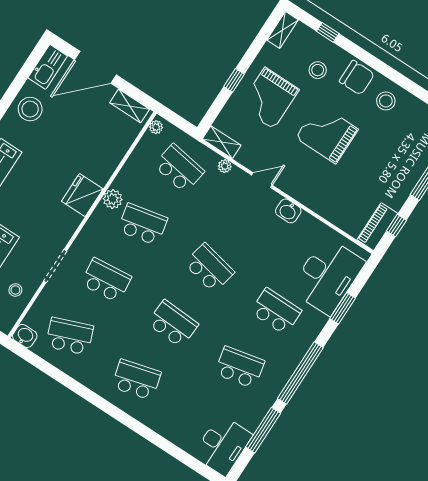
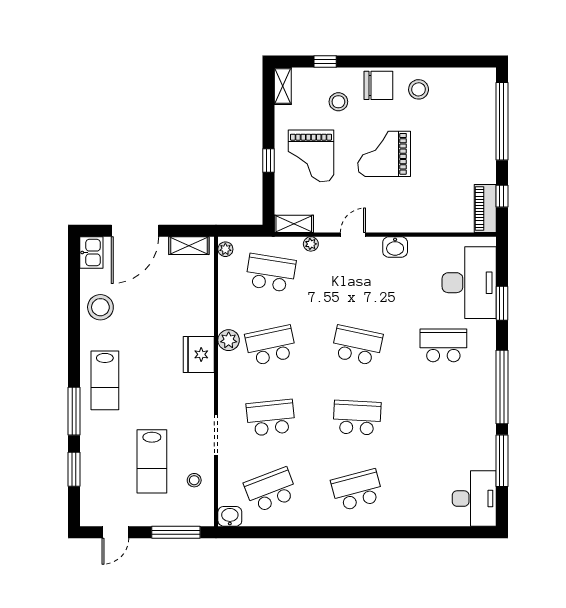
kitchen sink: (48, 67) -> (91, 253), width x0.73
school desk: (240, 367) -> (443, 418), removed

